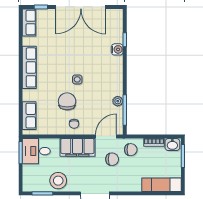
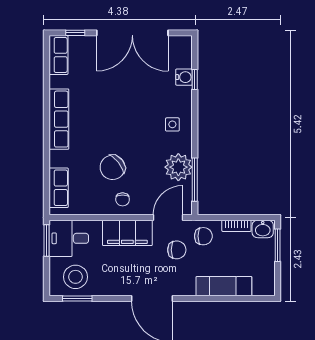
water cooler: (117, 49) -> (184, 77), moved
side table: (77, 79) -> (172, 124), moved
chair: (67, 101) -> (113, 167), turned -128
plant: (118, 101) -> (178, 167), width x1.88, depth x1.88
stool: (58, 181) -> (75, 277), moved
exam couch: (161, 185) -> (224, 286), moved

